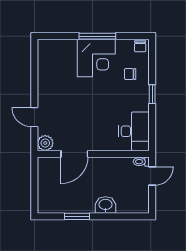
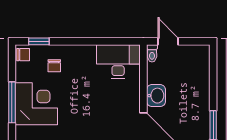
window: (152, 94) -> (39, 41), moved
washbasin: (105, 205) -> (156, 96), moved, turned 180

